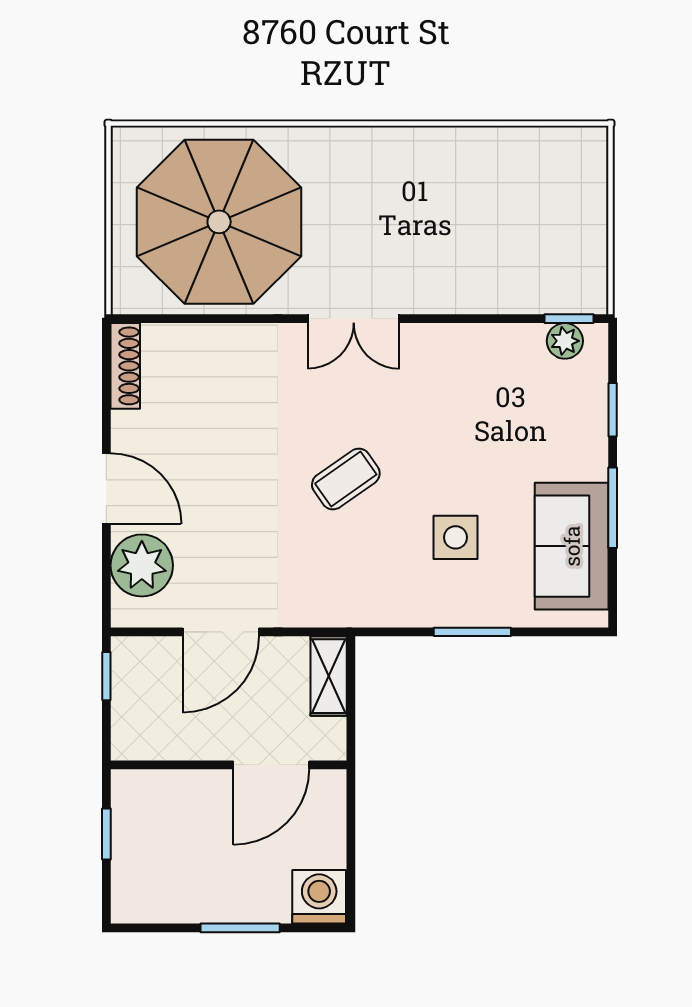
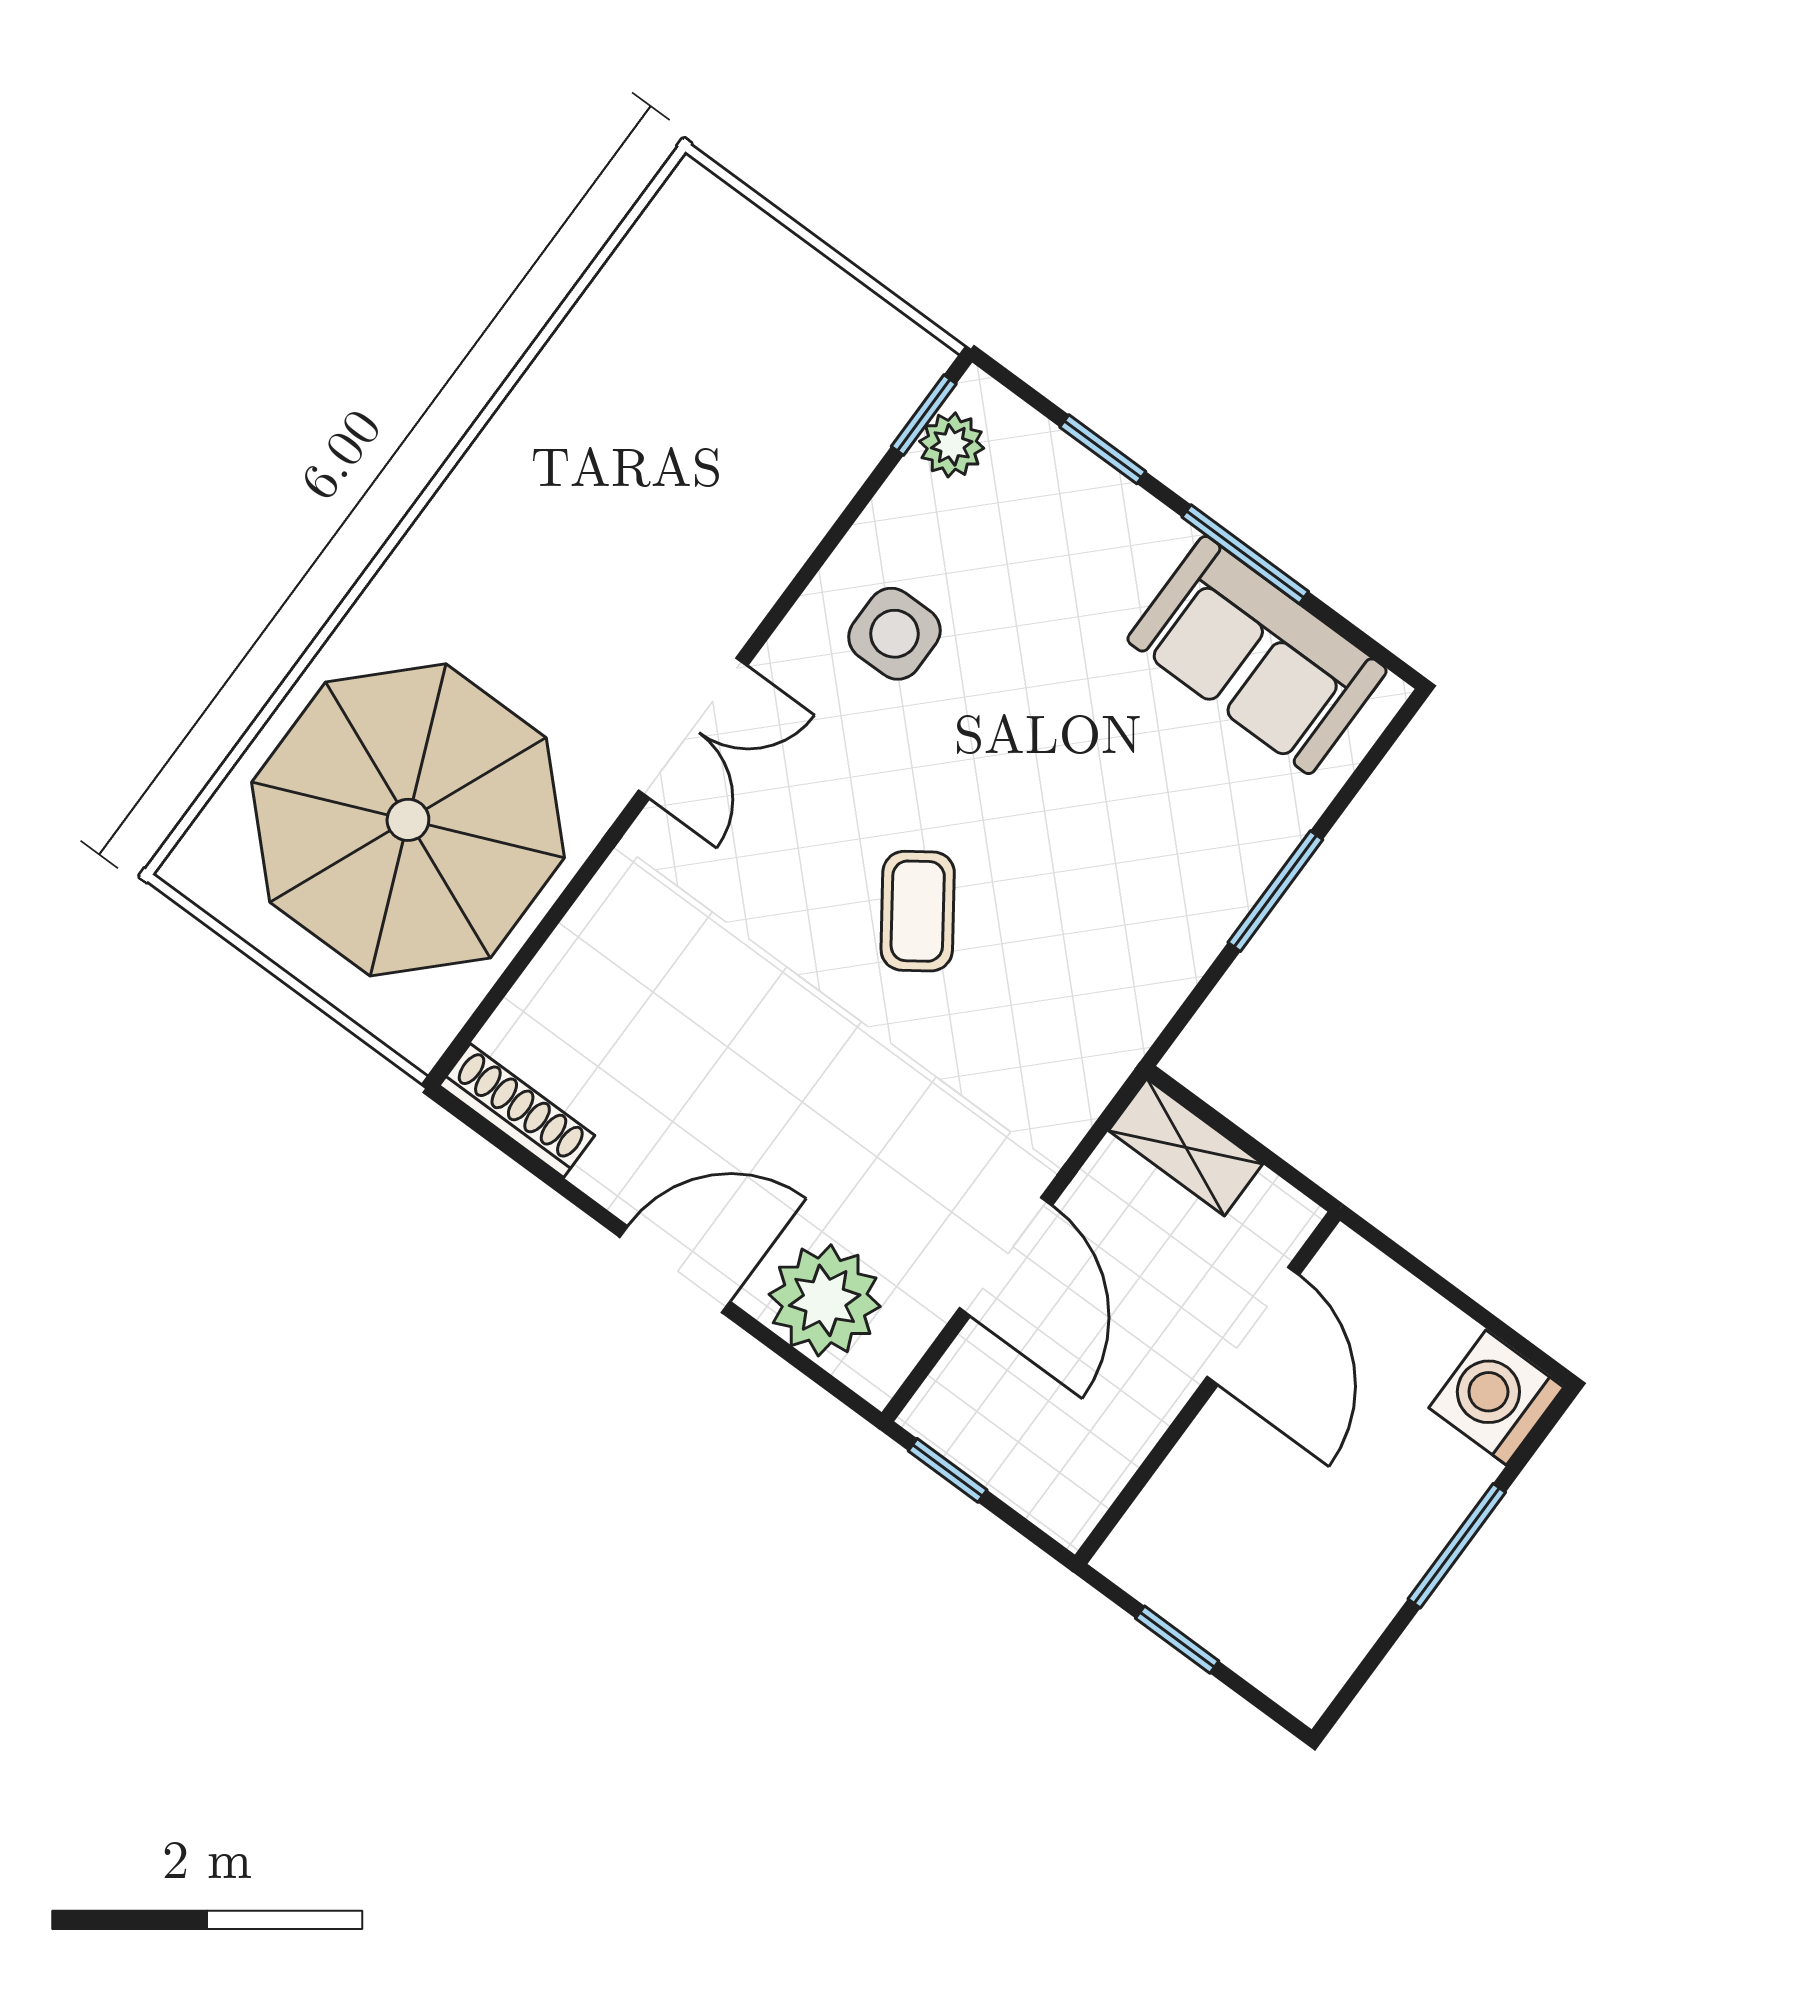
side table: (456, 537) -> (894, 634), moved

